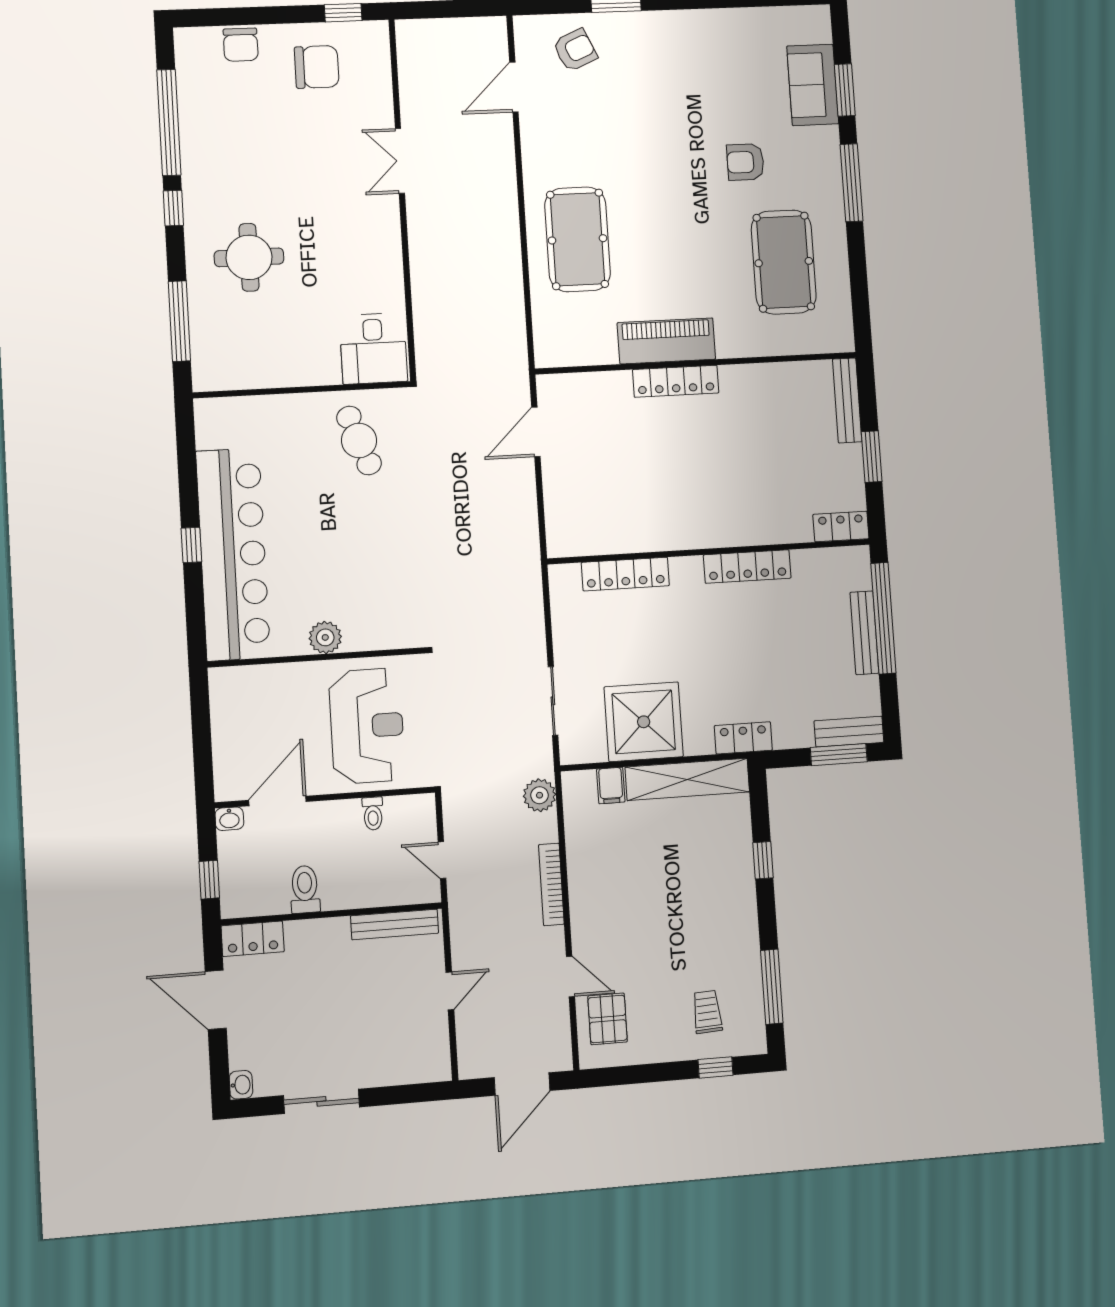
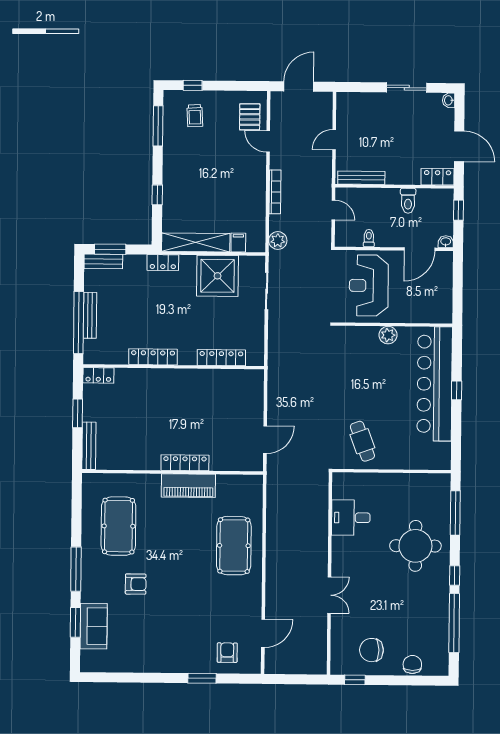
armchair: (575, 50) -> (227, 653), turned 114
round table: (249, 257) -> (415, 546), width x1.36, depth x1.36
desk: (373, 348) -> (351, 518), moved, turned -90

